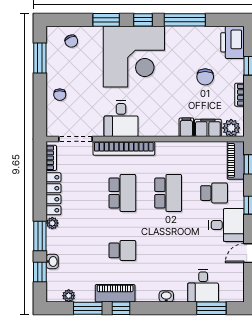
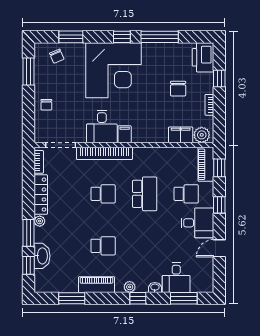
window: (106, 20) -> (71, 37), moved
filing cabinet: (186, 127) -> (125, 134), moved
school desk: (122, 193) -> (103, 194), width x0.54
washbasin: (52, 261) -> (42, 256), width x1.91, depth x1.45
plant: (69, 296) -> (130, 287), moved
washbasin: (166, 296) -> (155, 287), moved
window: (121, 308) -> (138, 298), moved

